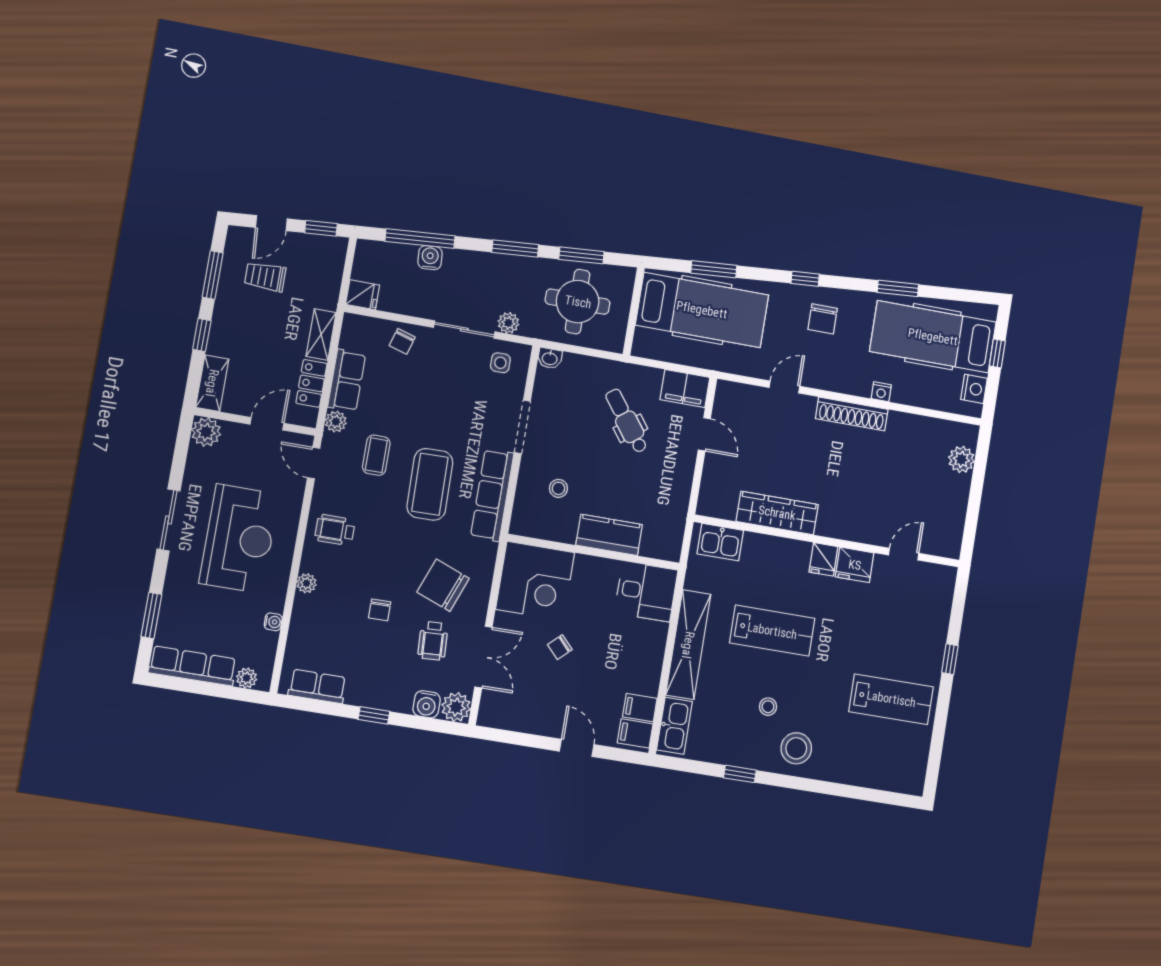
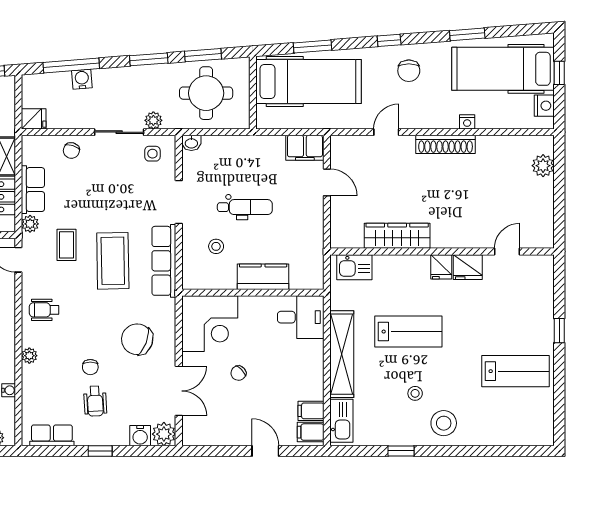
dental chair: (627, 421) -> (245, 207), moved, turned 127
wheelchair: (433, 641) -> (95, 401), moved

